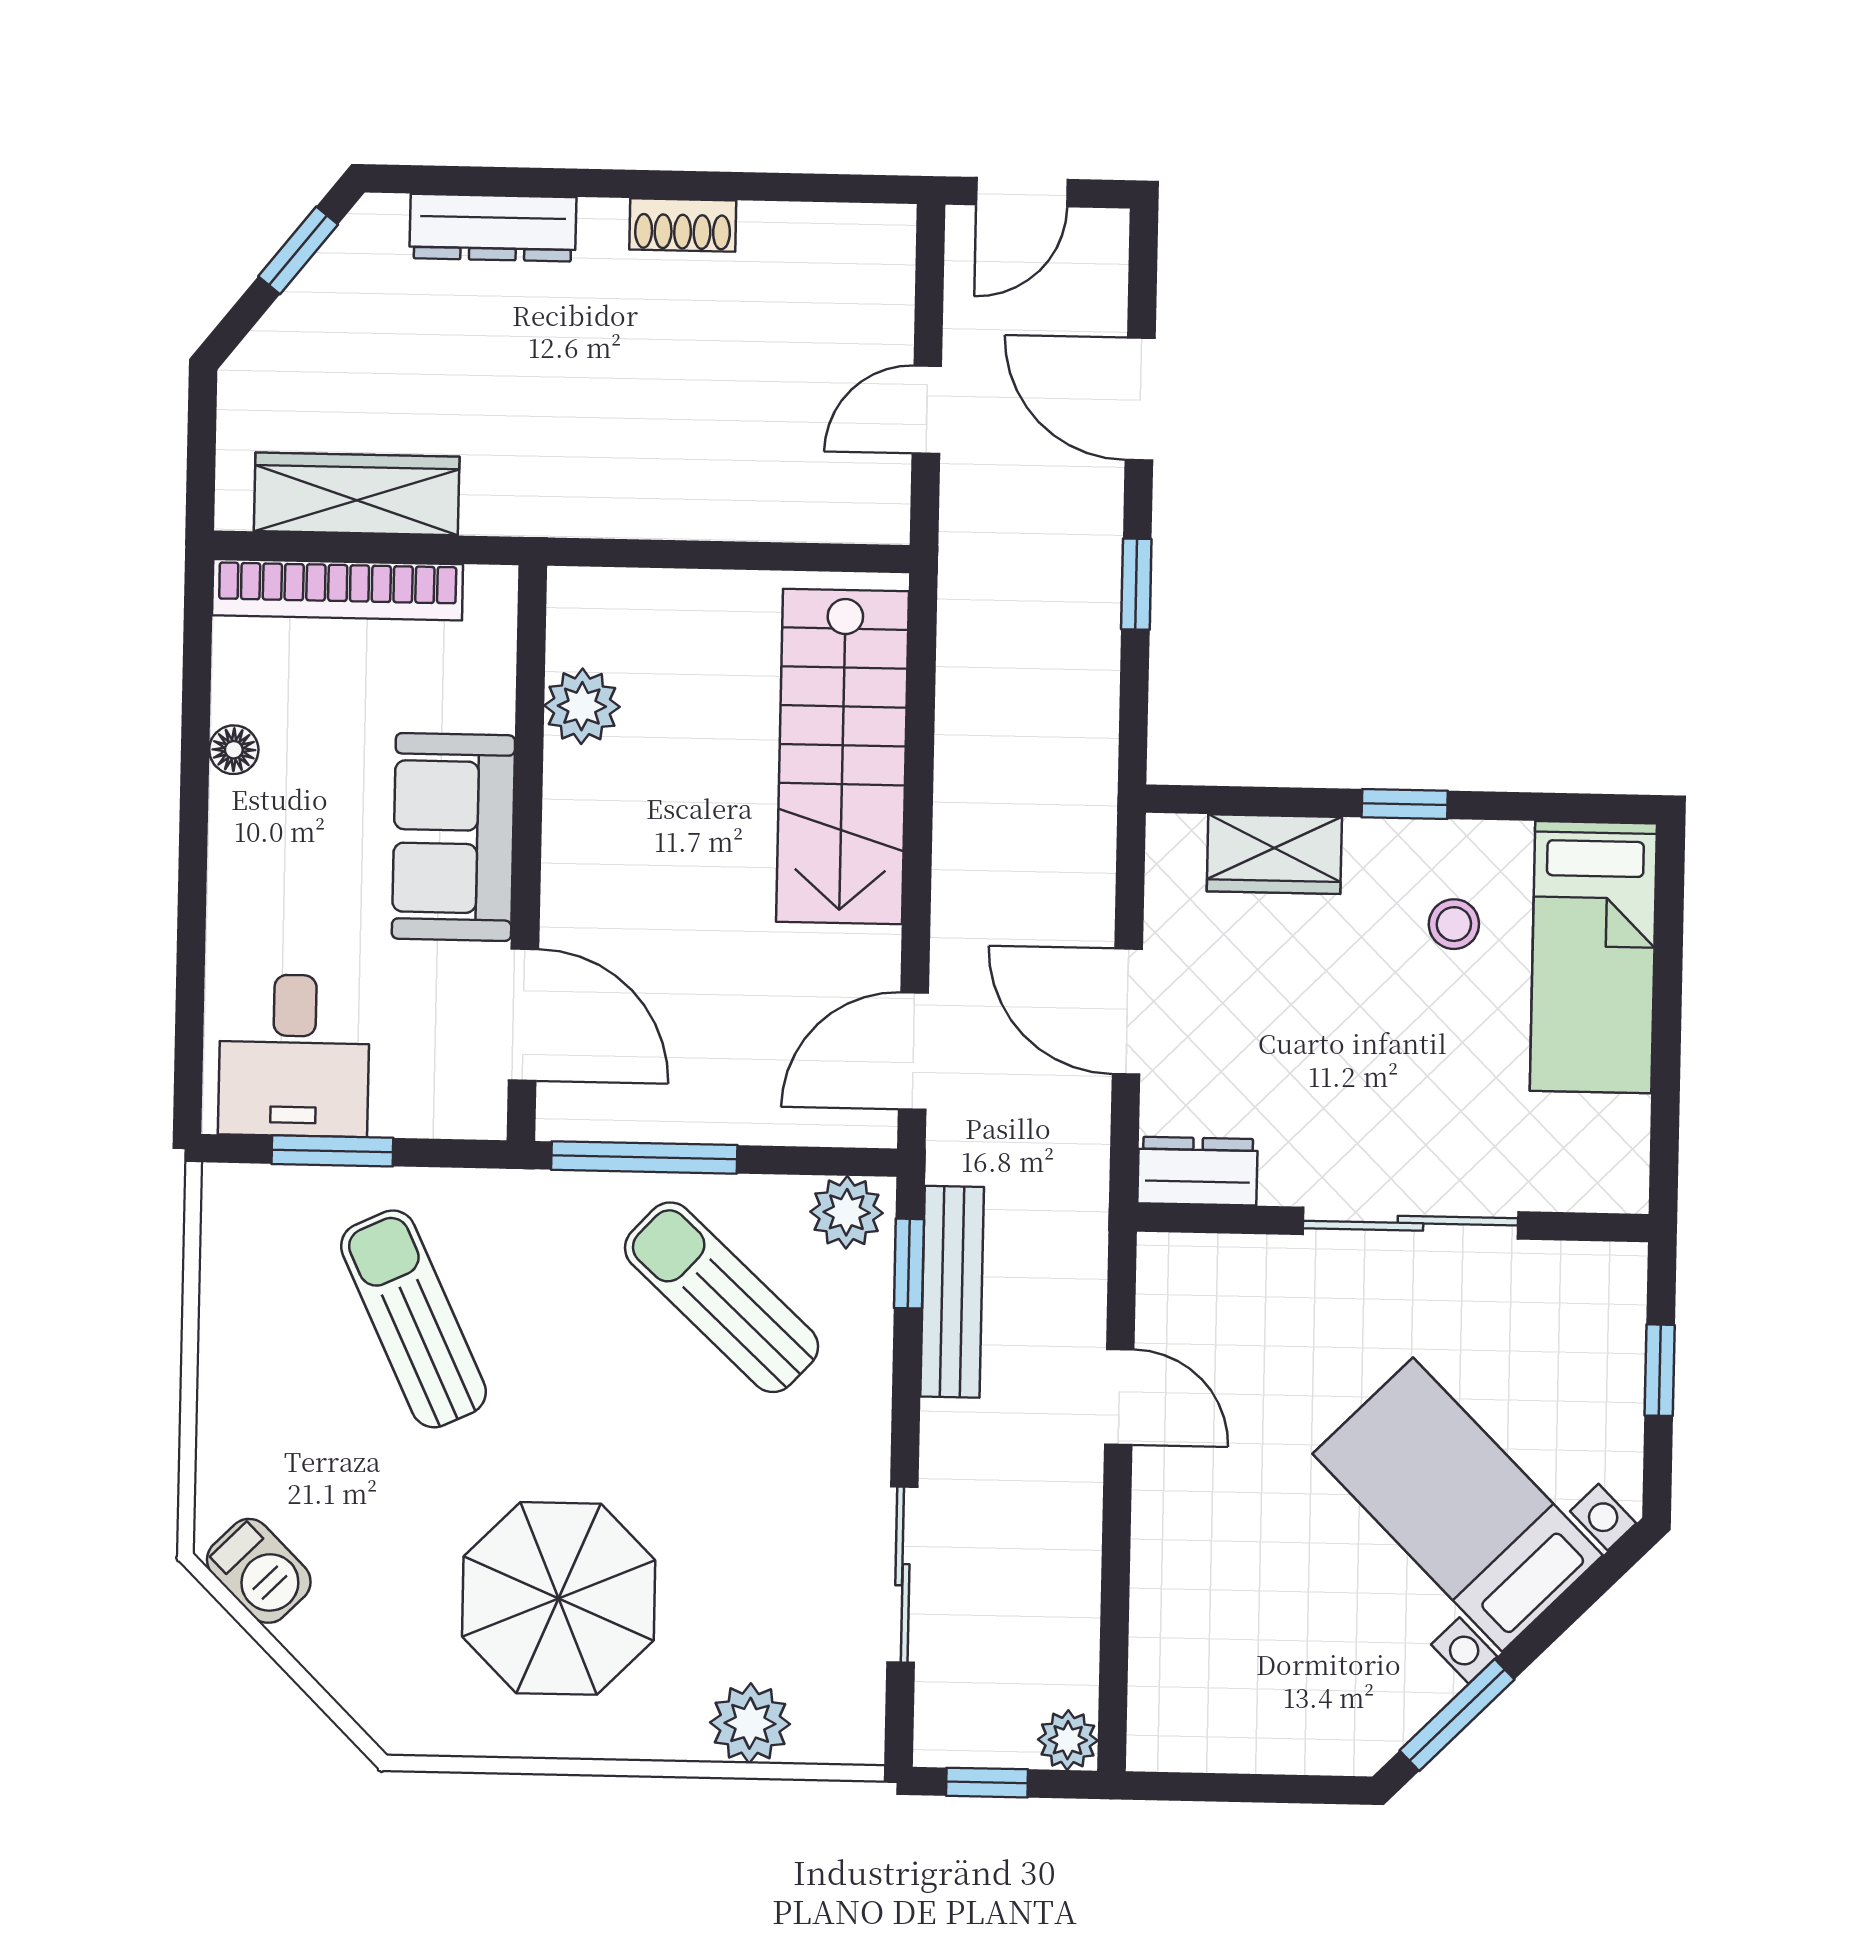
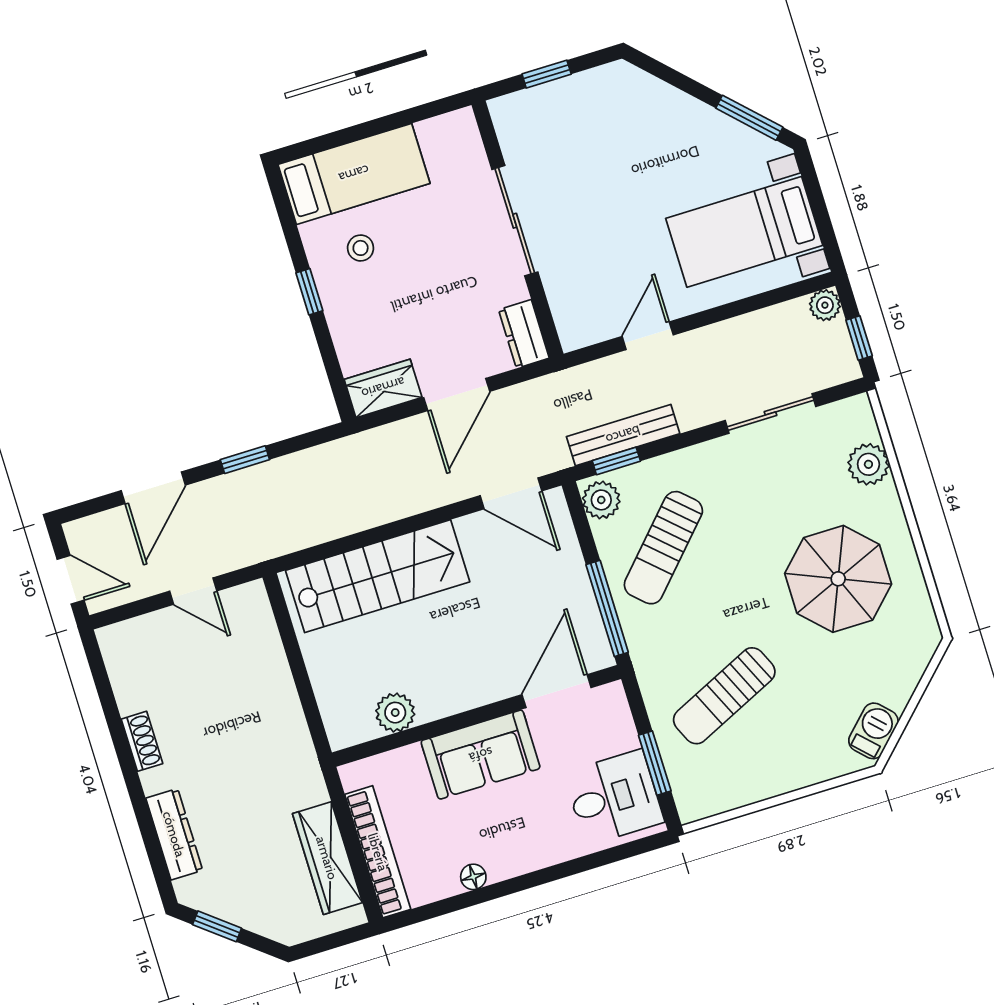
wardrobe: (1274, 854) -> (383, 388), moved, turned -90
bed with nightstands: (1458, 1505) -> (744, 232), moved, turned 45

